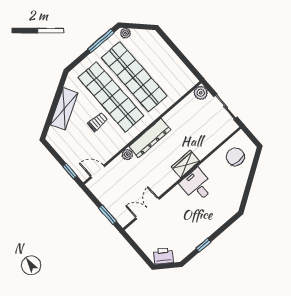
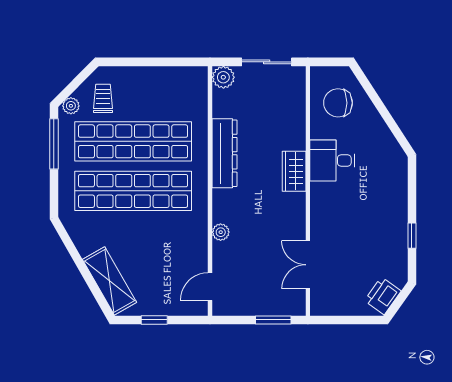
shelving: (64, 109) -> (109, 281), moved
trolley: (98, 122) -> (103, 98), moved
dresser: (150, 138) -> (225, 153), moved
window: (70, 171) -> (154, 320), moved
desk: (197, 185) -> (332, 160), moved

